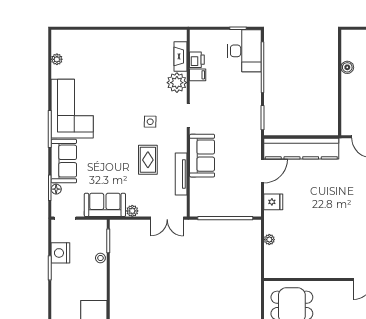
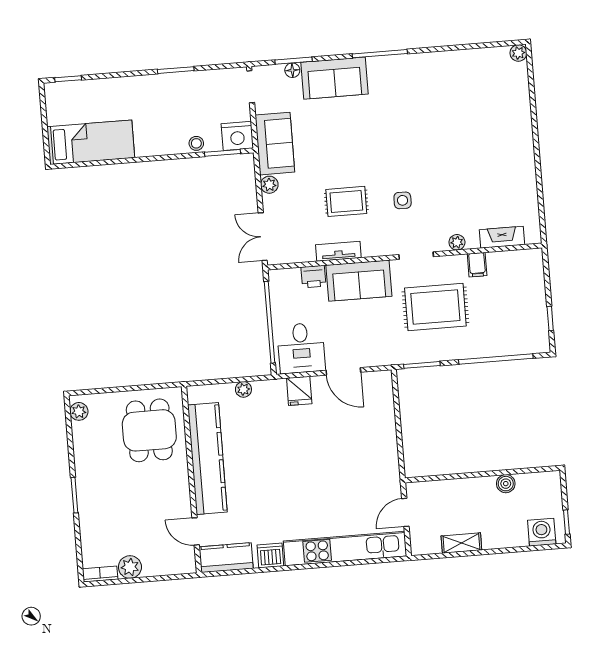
desk: (244, 51) -> (301, 348), moved, width x0.73
plant: (57, 59) -> (518, 53), moved
printer: (197, 60) -> (313, 277), moved
plant: (177, 83) -> (457, 242), width x0.53, depth x0.53
rug: (224, 105) -> (435, 307), added
corner sofa: (72, 109) -> (413, 84), removed
kitchen counter: (301, 149) -> (207, 459), moved, turned 180
tv unit: (181, 174) -> (338, 251), width x0.71
nightstand: (60, 253) -> (237, 136), moved, turned 180

